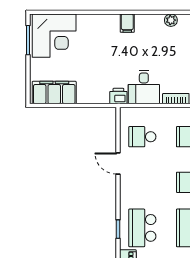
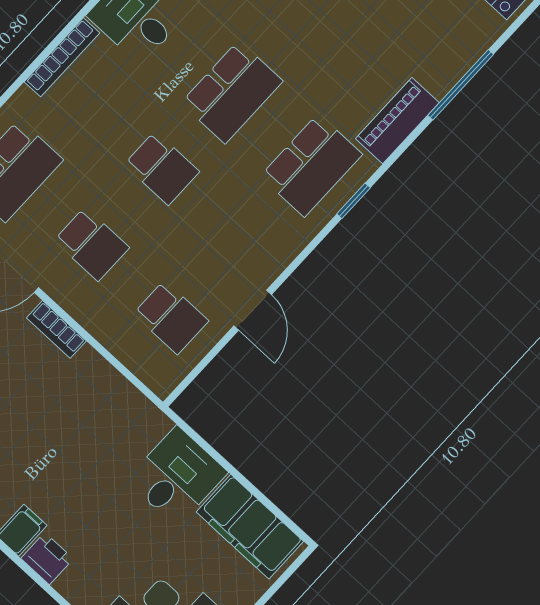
desk: (144, 87) -> (177, 476), moved
printer: (118, 96) -> (47, 559), moved, turned 180

